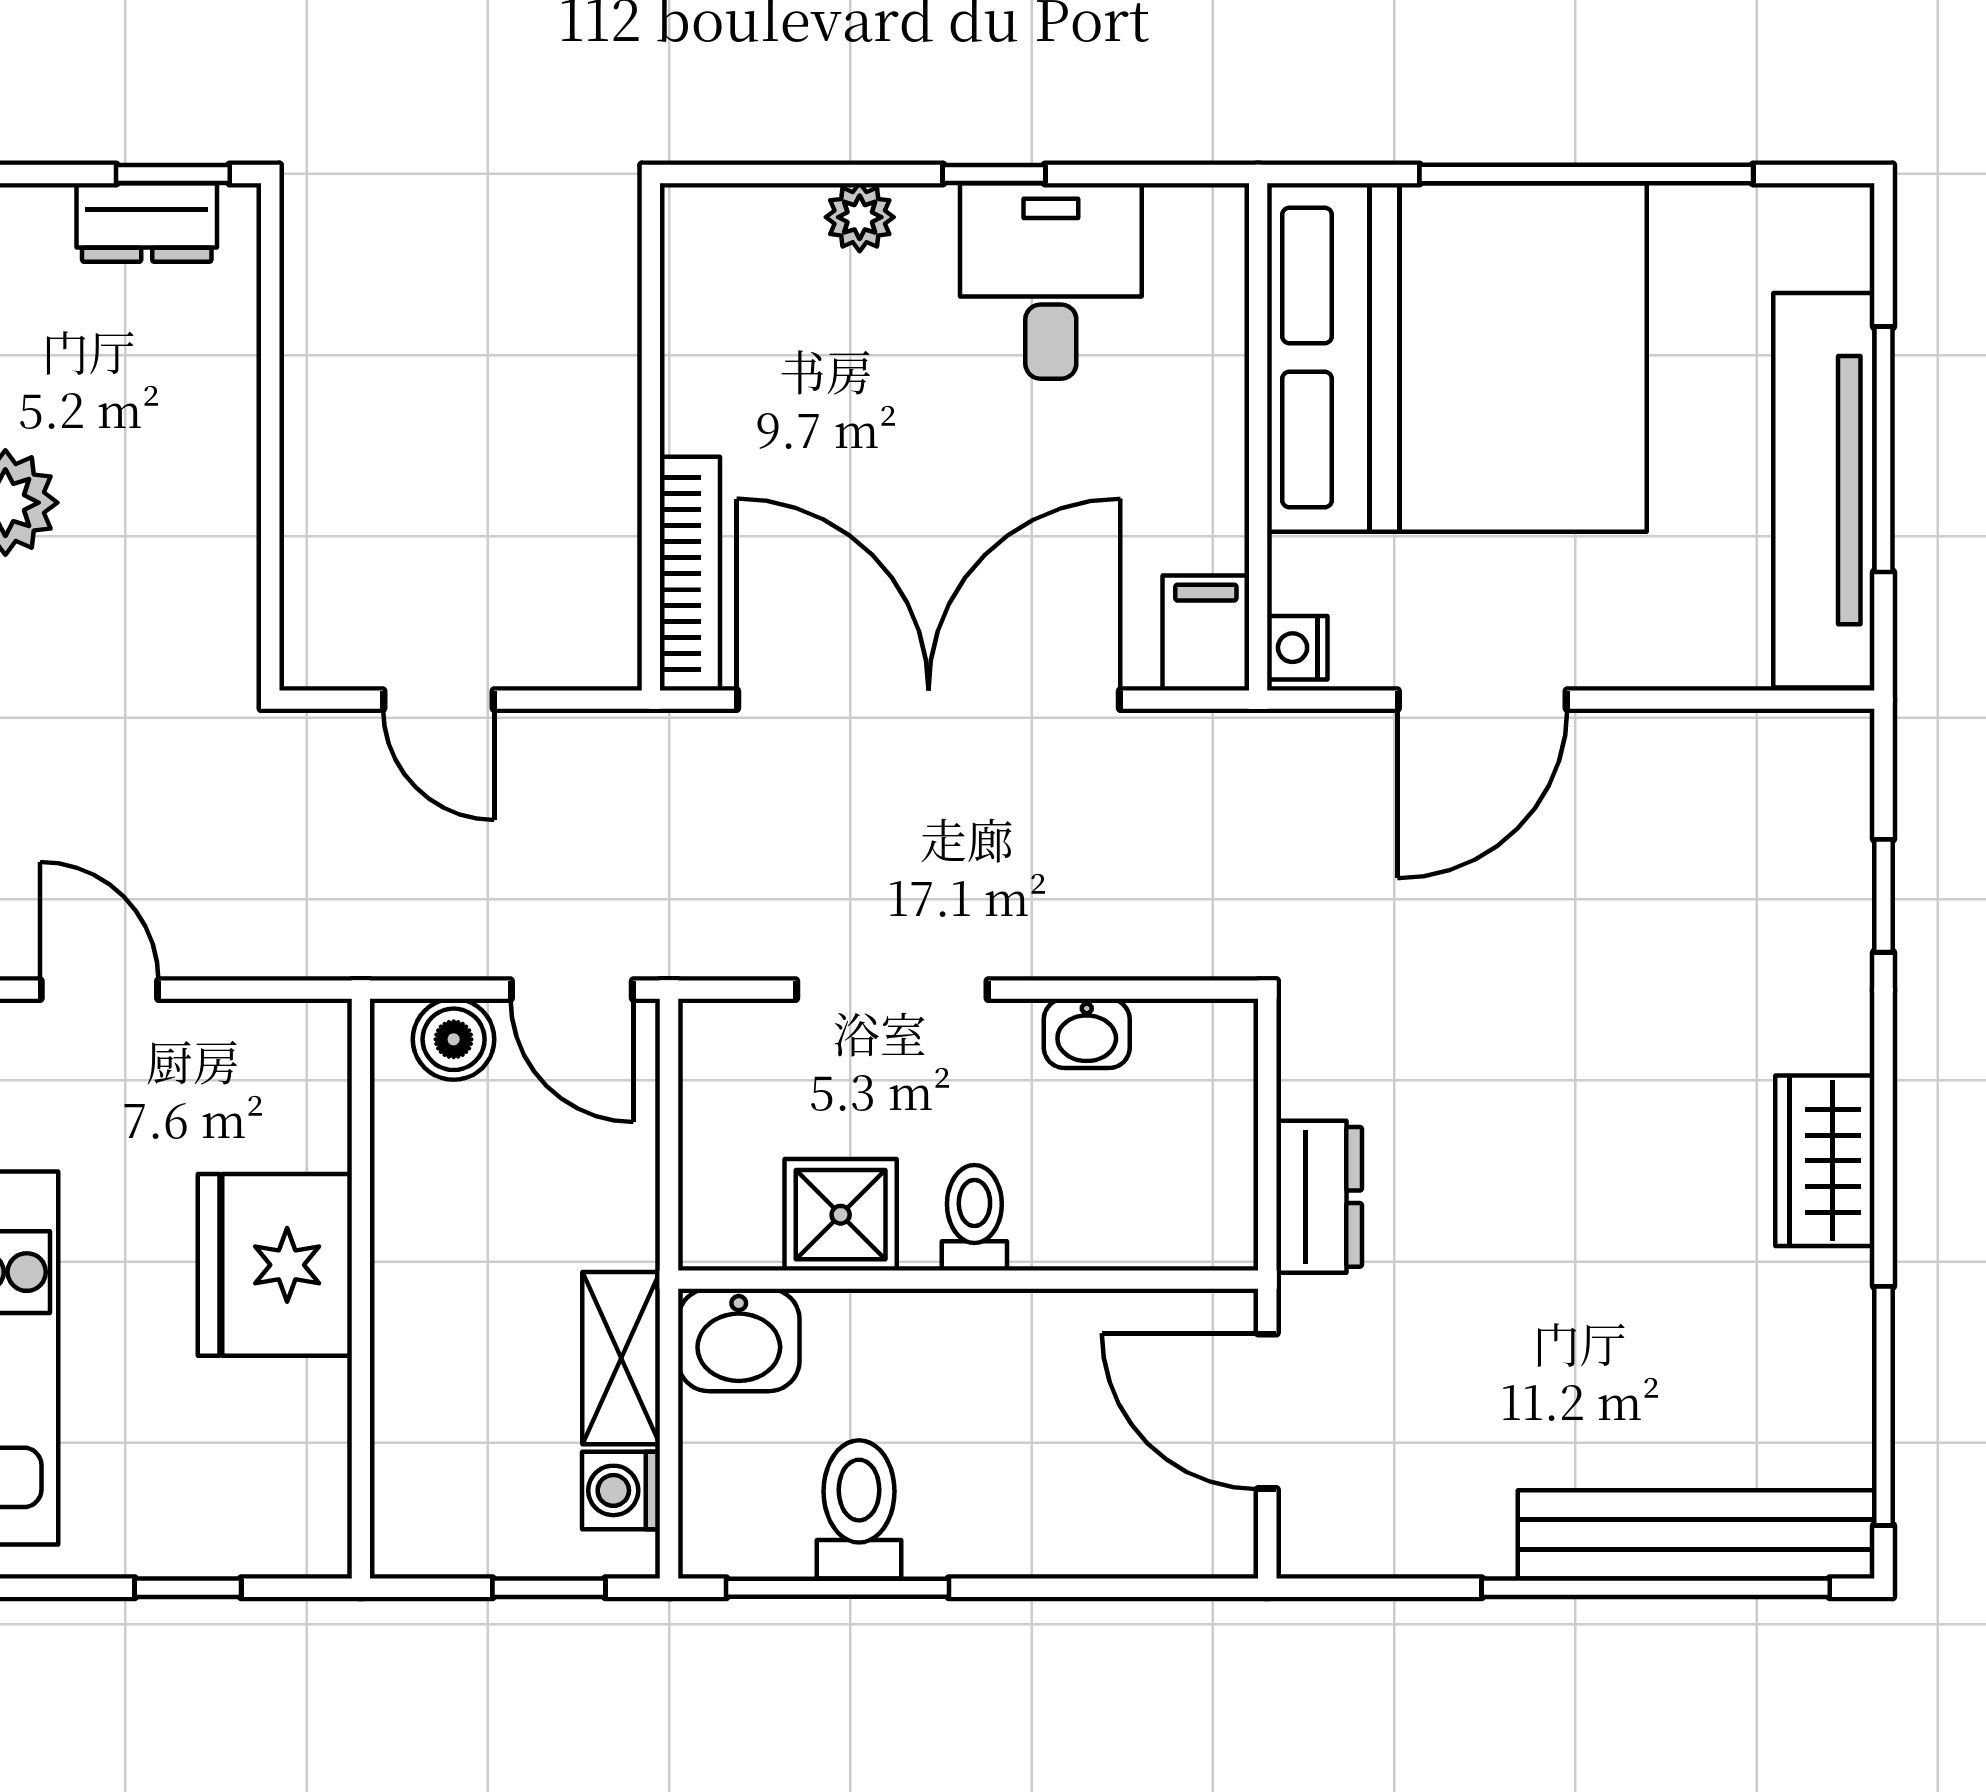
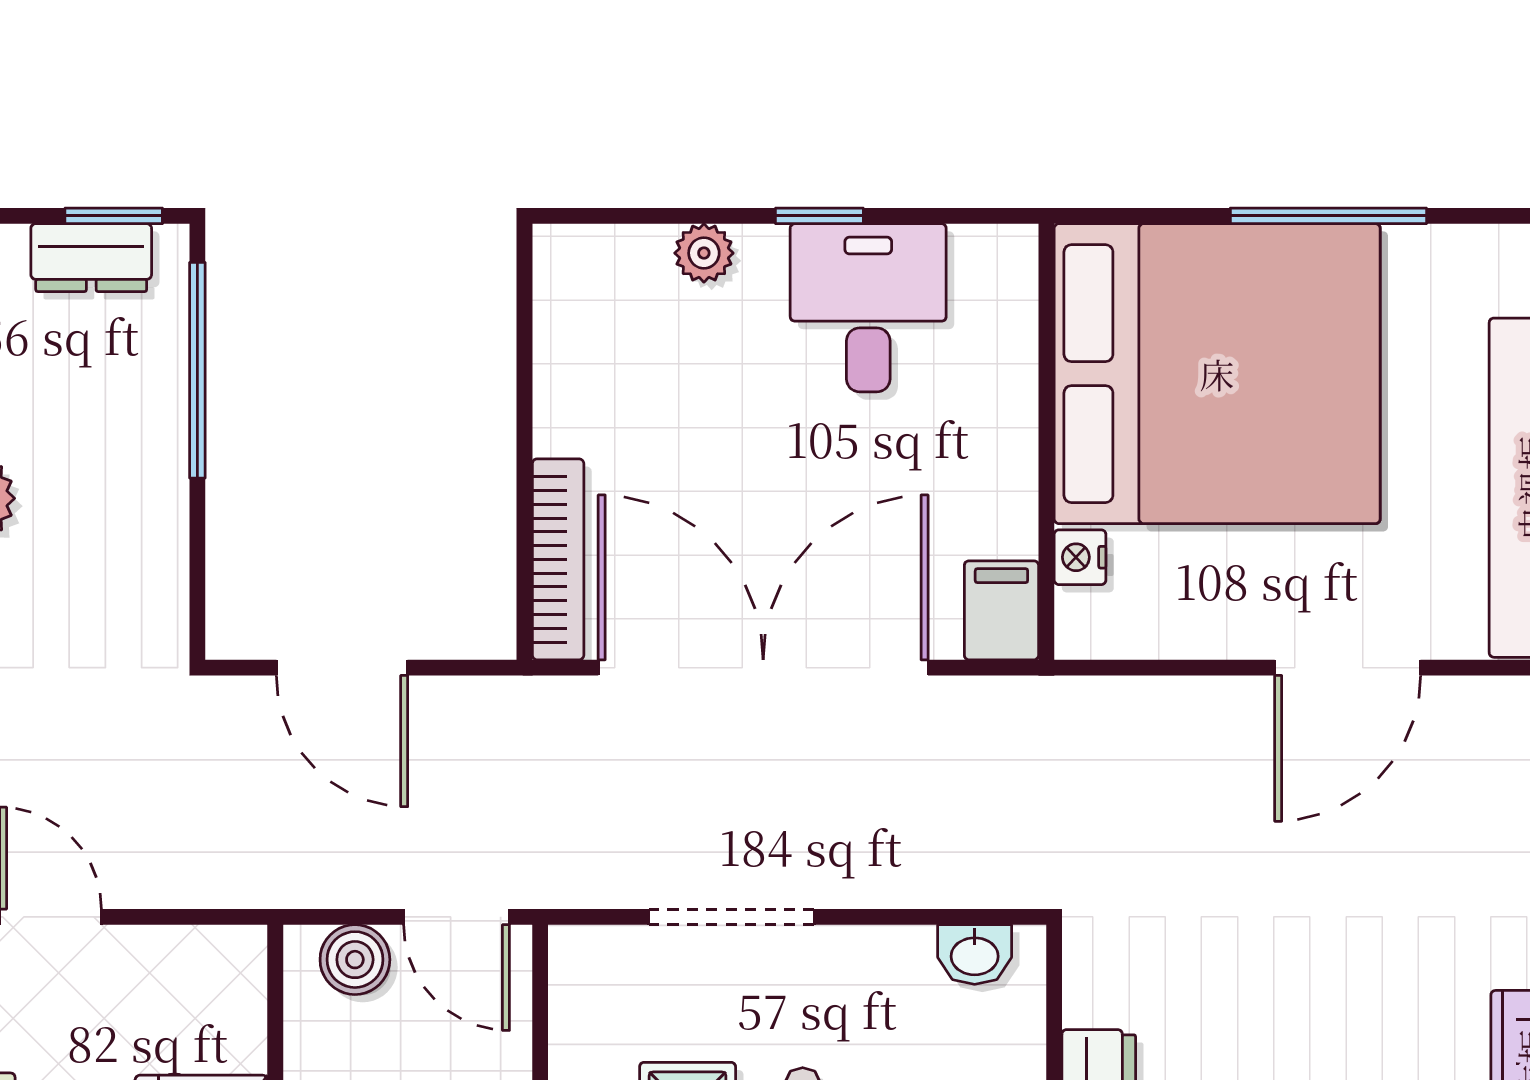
window: (1586, 174) -> (1328, 216), width x0.68
window: (270, 354) -> (197, 370), added
nightstand: (1297, 648) -> (1080, 557), moved
door: (439, 700) -> (342, 668), width x1.38
door: (1482, 700) -> (1348, 668), moved
washbasin: (1087, 1033) -> (975, 954), moved

